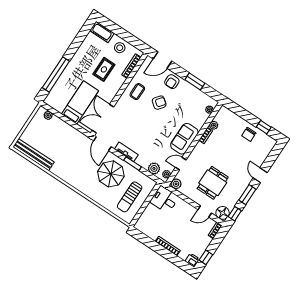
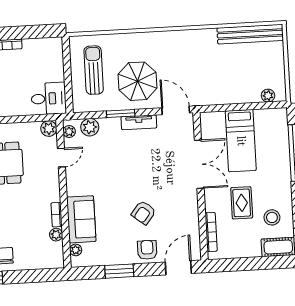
stool: (120, 48) -> (272, 217), moved
coffee table: (137, 92) -> (180, 206), removed
double door: (103, 119) -> (199, 164), moved
sofa: (184, 139) -> (81, 219), moved

